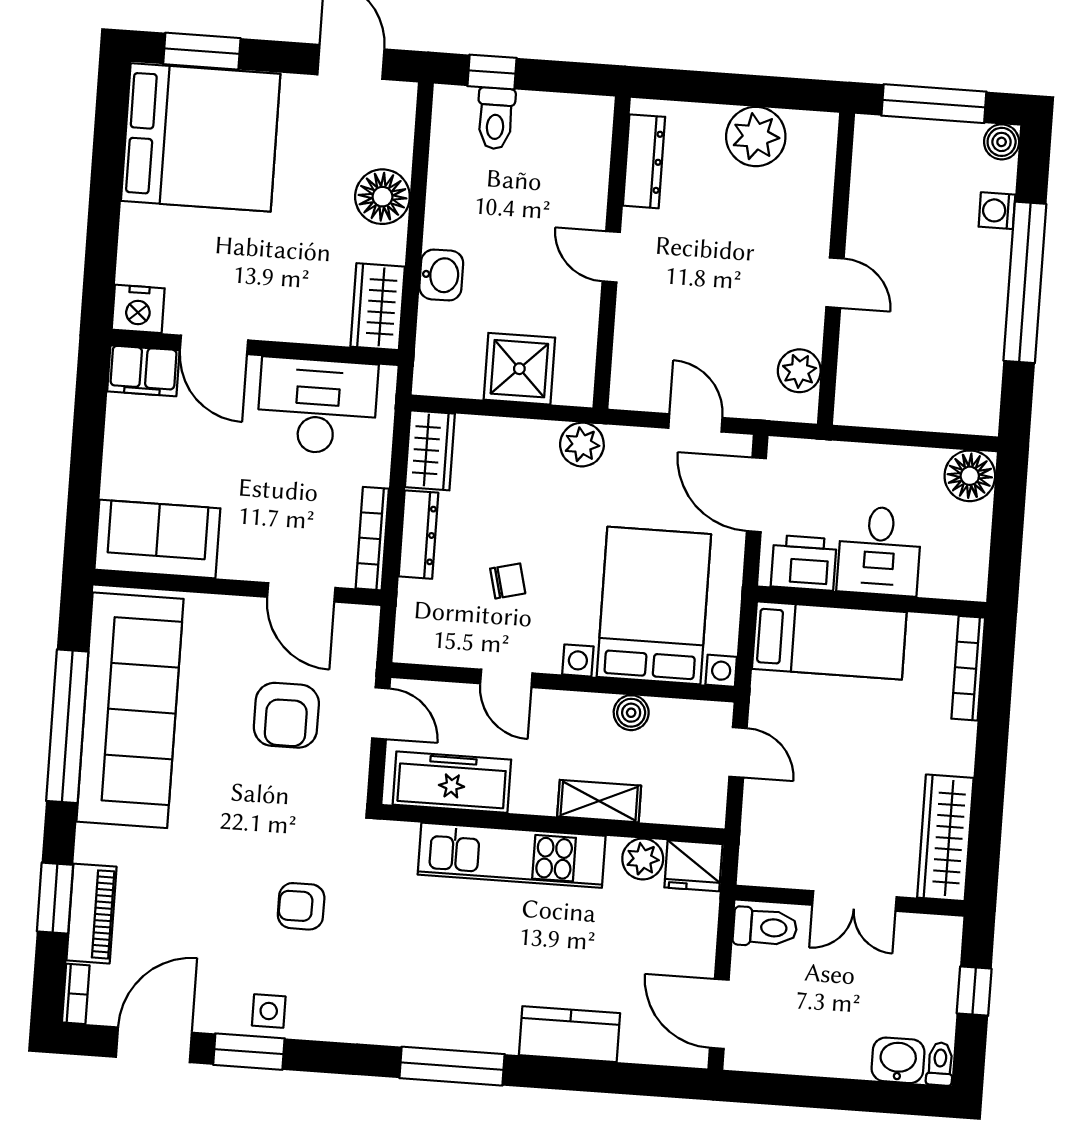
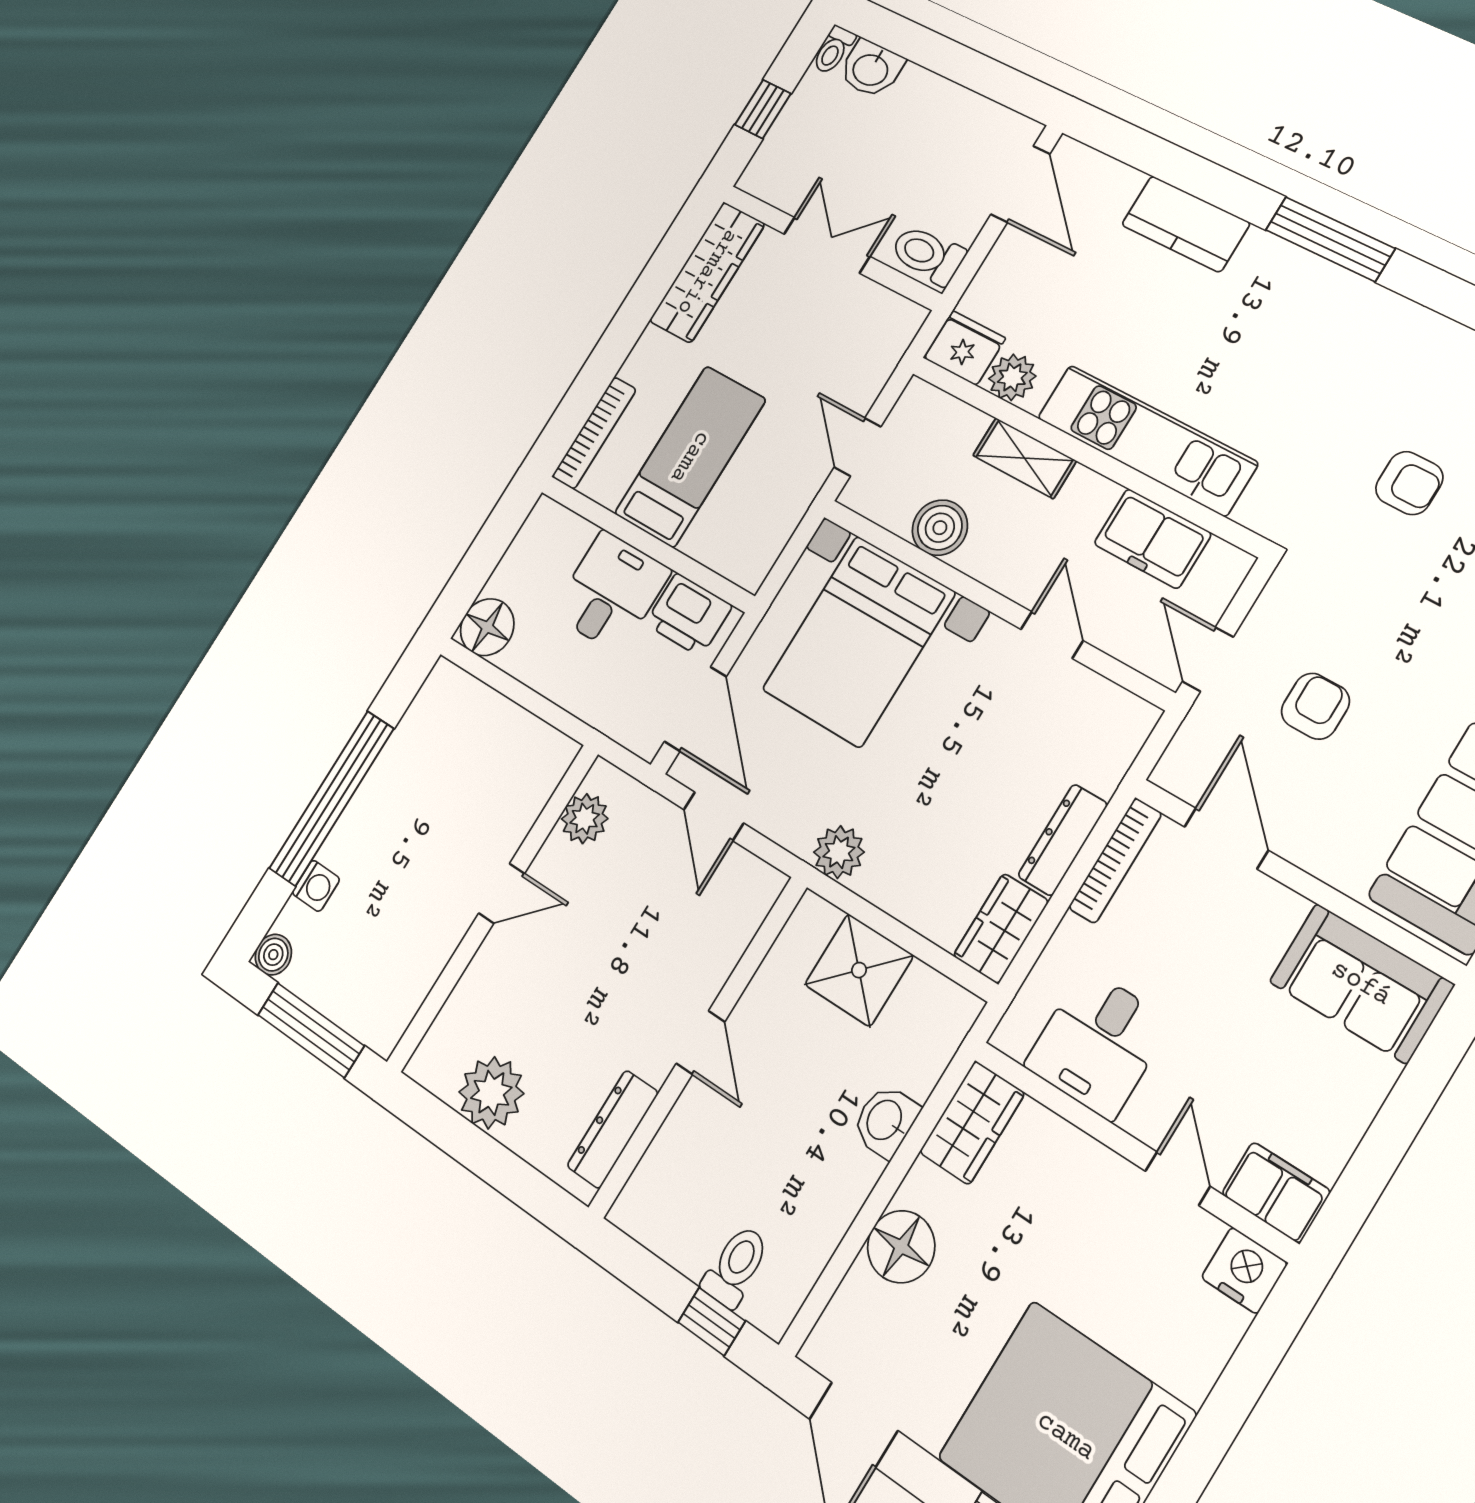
door: (835, 283) -> (502, 893), swing flipped
door: (214, 345) -> (1178, 1179), width x0.73
desk: (317, 406) -> (1098, 1044), width x0.73
chair: (508, 581) -> (994, 741), removed
bed: (829, 640) -> (690, 457), moved, turned 90
boiler: (631, 713) -> (940, 528), width x1.36, depth x1.36
armchair: (286, 715) -> (1315, 706), width x0.72, depth x0.72
freezer: (452, 782) -> (1153, 539), width x0.71

